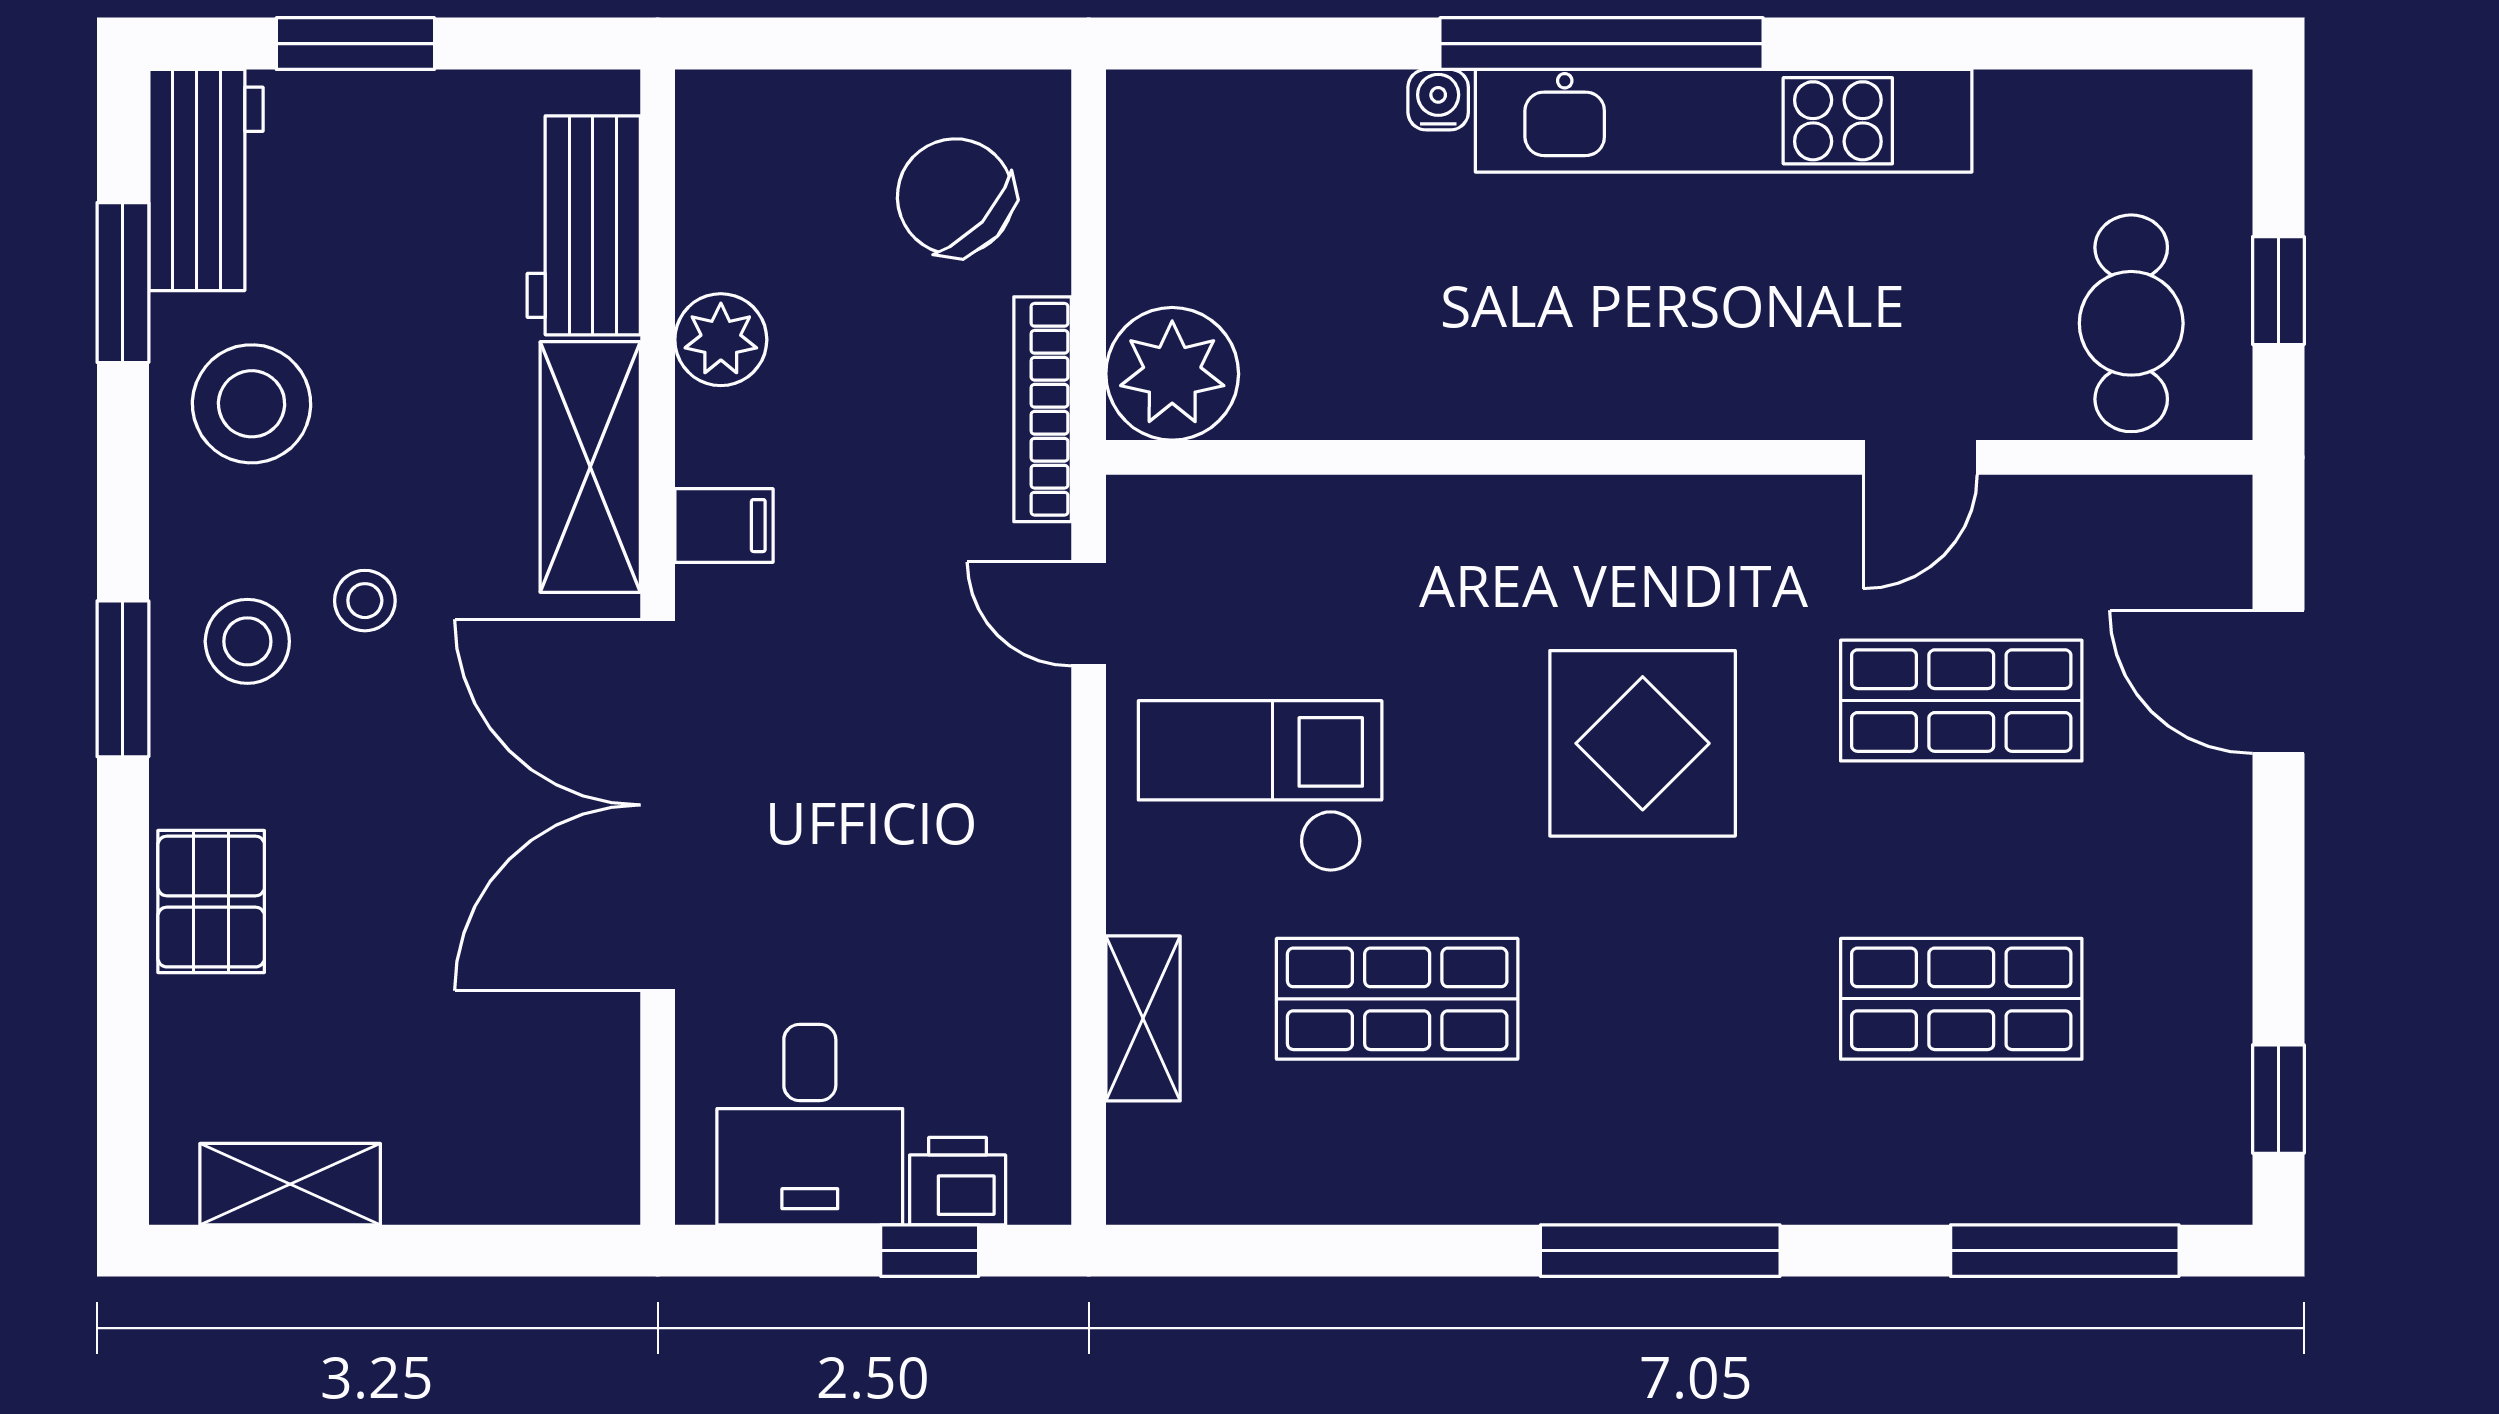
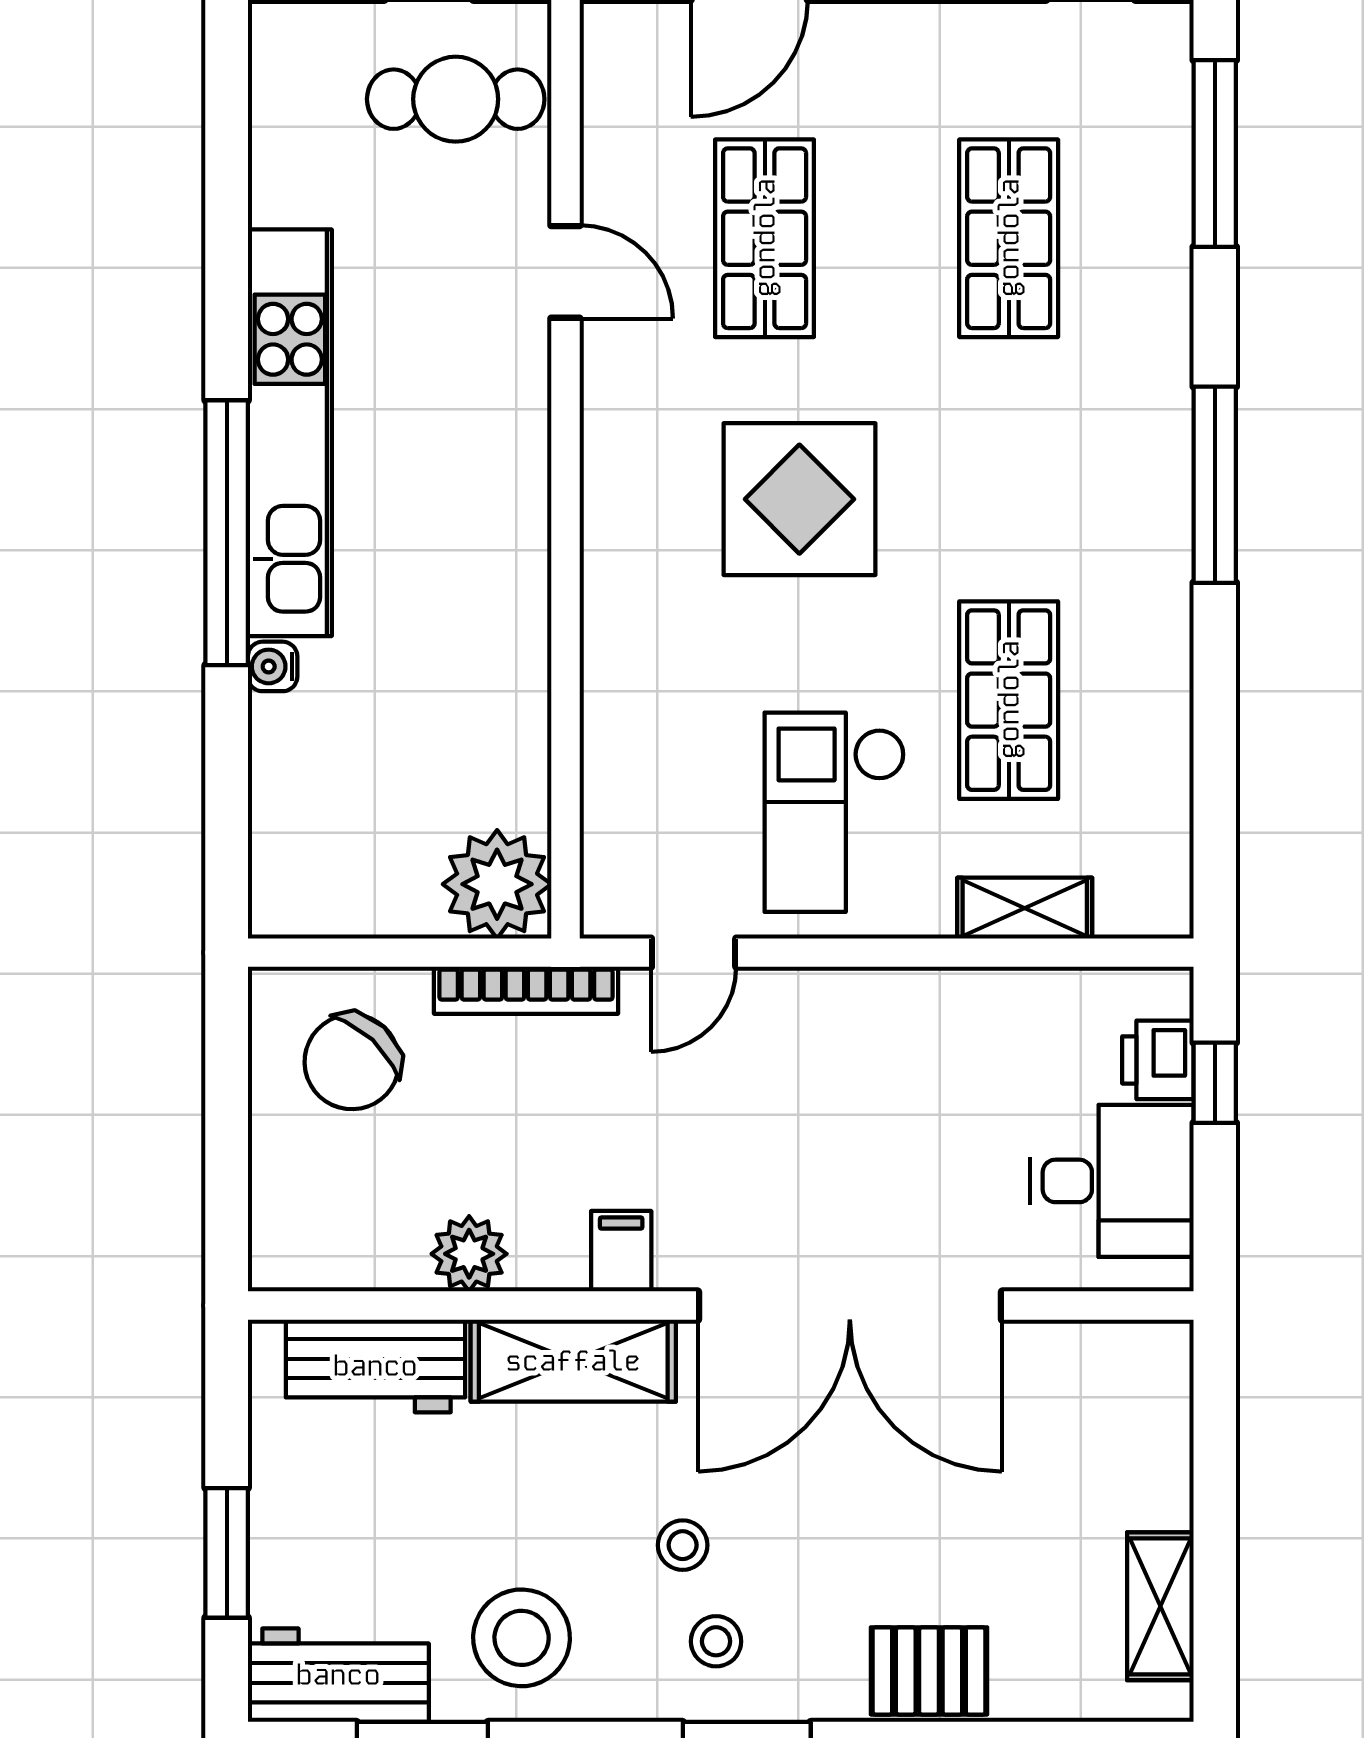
stool: (247, 641) -> (716, 1641), width x0.73, depth x0.73

